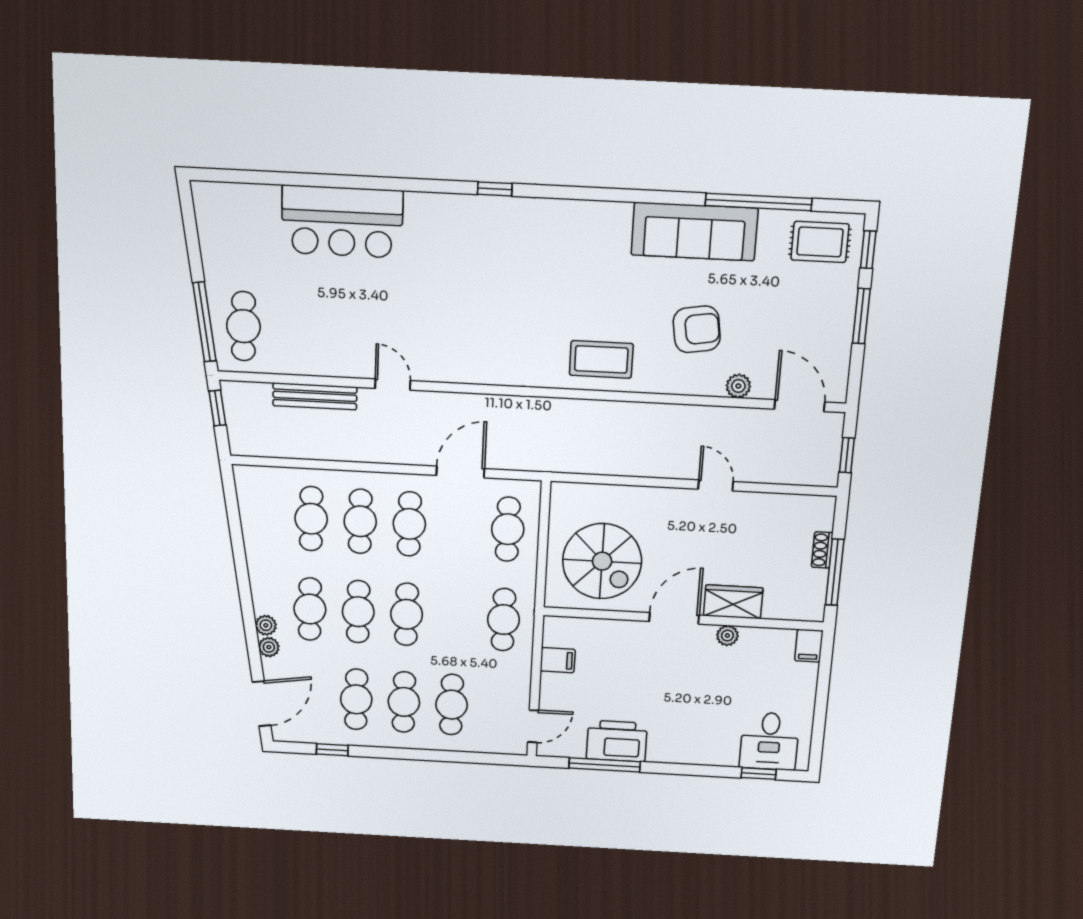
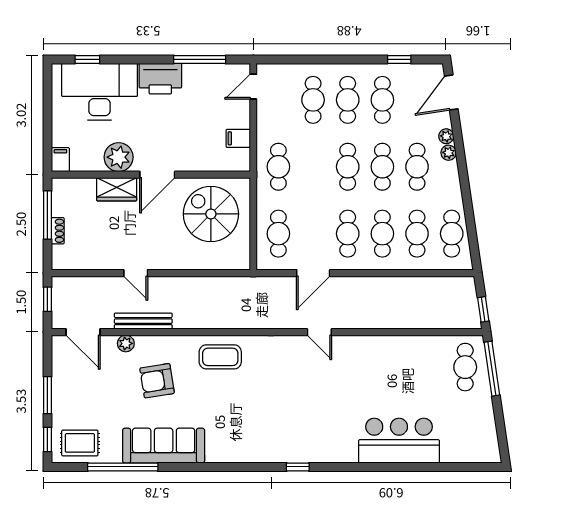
door: (393, 385) -> (319, 332), moved
bench: (315, 396) -> (143, 321), moved
cafe table: (262, 516) -> (452, 234), added
plant: (727, 636) -> (119, 157), width x1.88, depth x1.88
printer: (617, 741) -> (160, 79), moved
desk: (769, 741) -> (99, 92), width x1.87, depth x1.30

